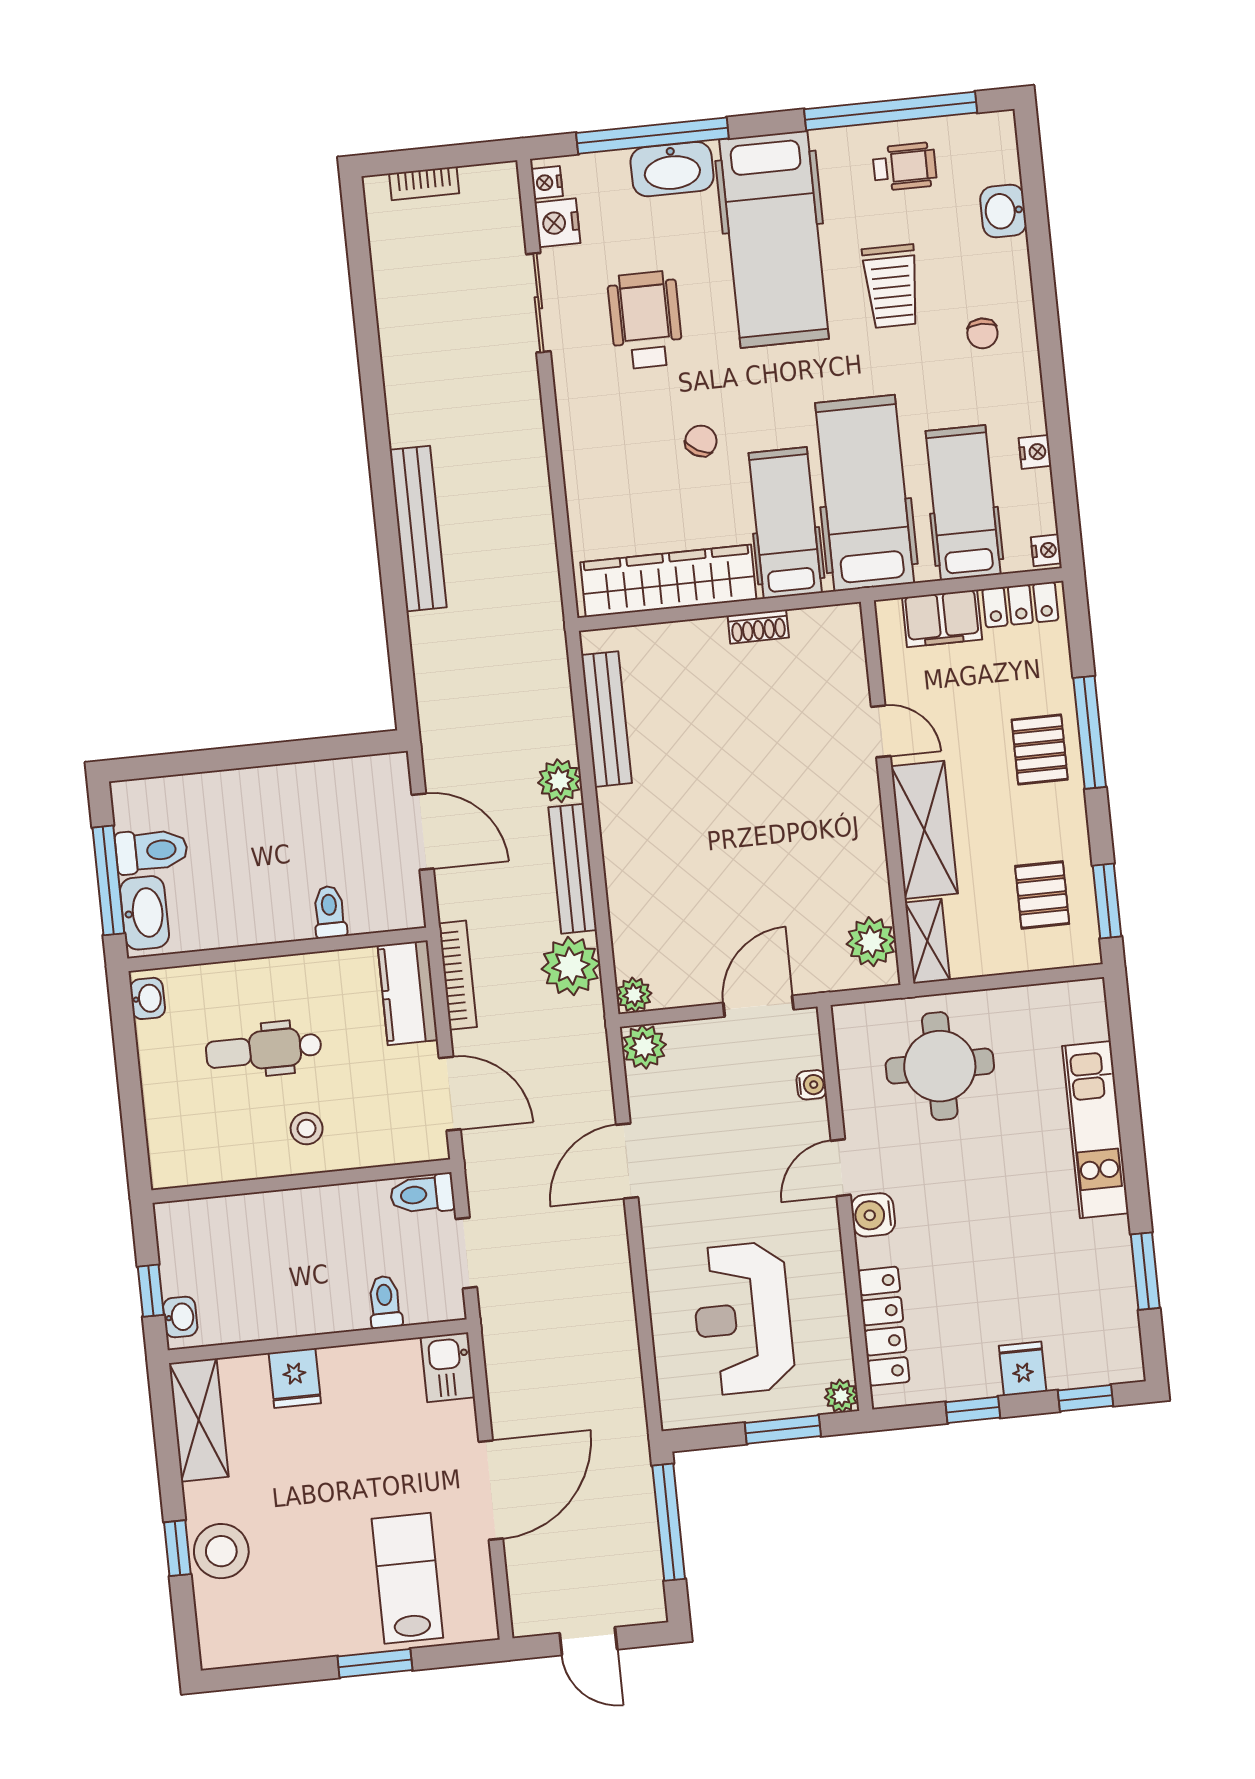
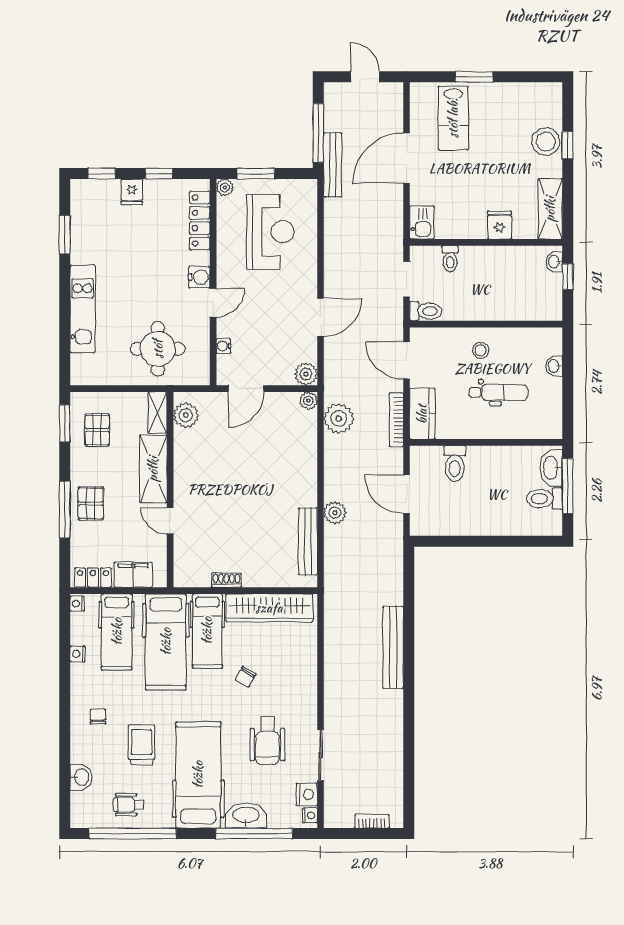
bench: (573, 869) -> (333, 165), moved
toilet: (330, 912) -> (455, 463), width x1.37, depth x1.39
washbasin: (148, 998) -> (554, 366), moved

